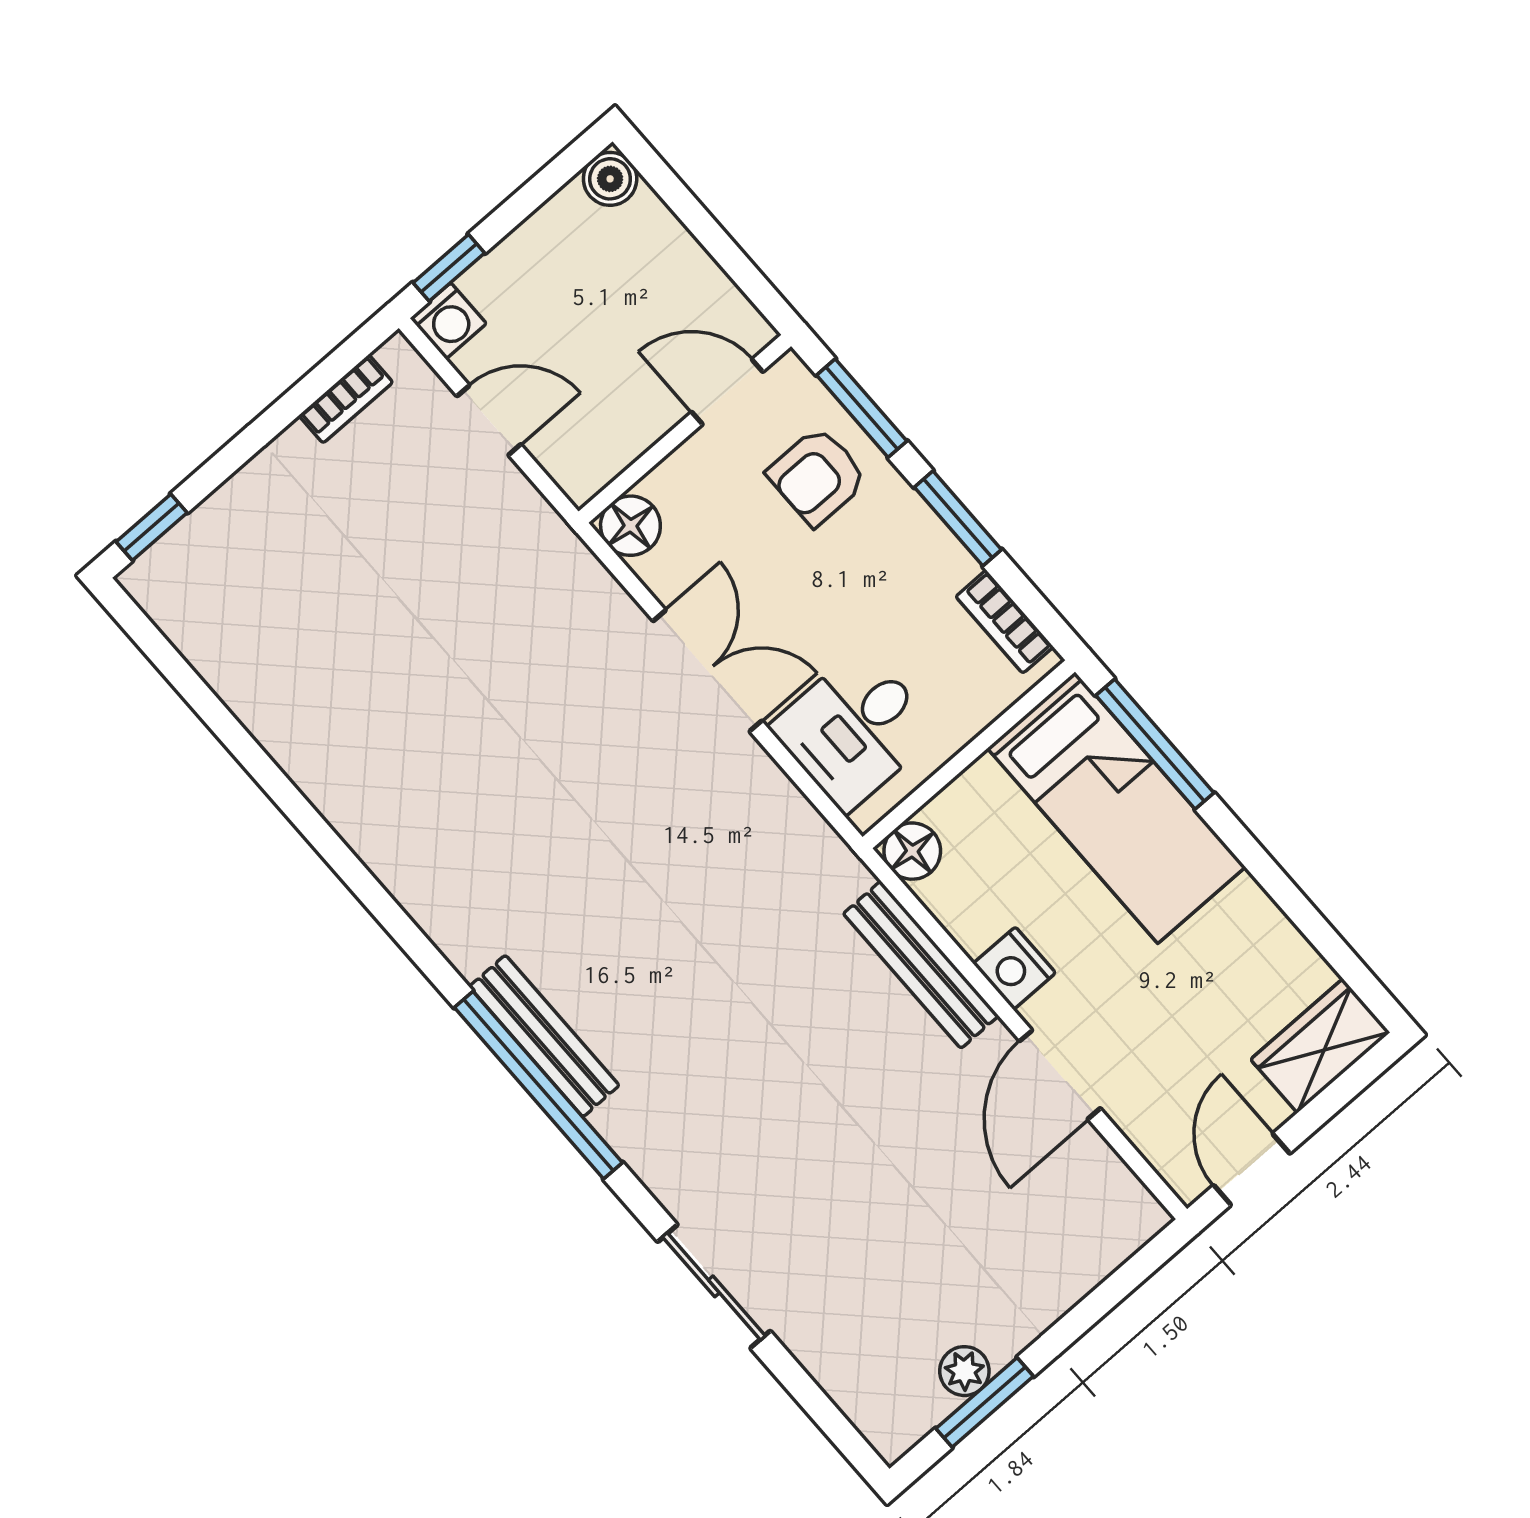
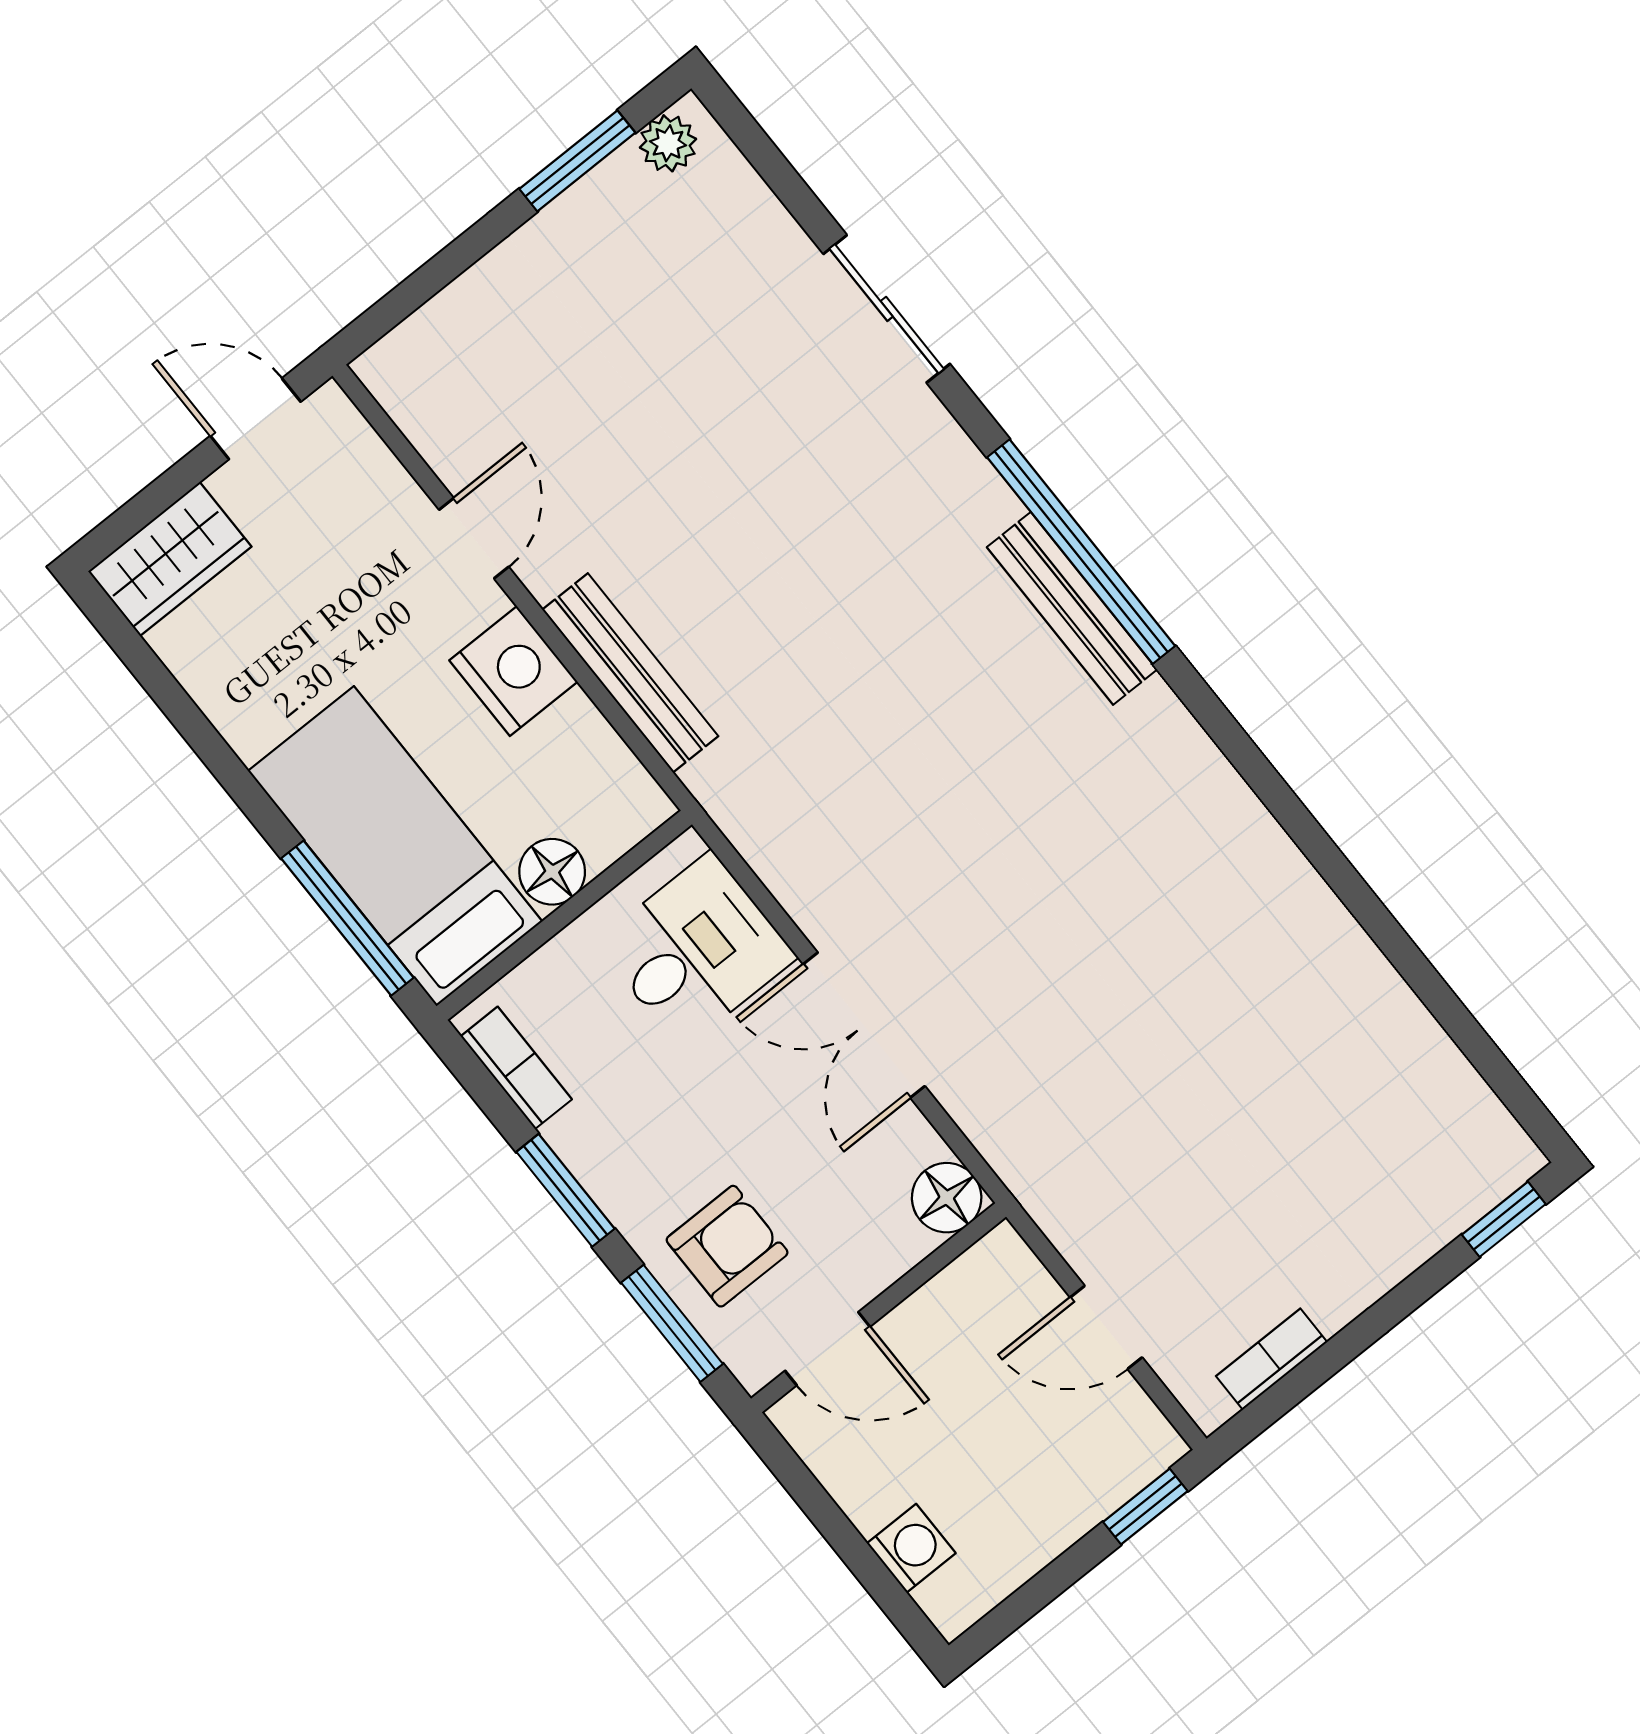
boiler: (610, 179) -> (953, 1602), removed
washing machine: (448, 321) -> (911, 1548), moved, turned 90
floor lamp: (912, 851) -> (552, 872), moved
nightstand: (1014, 968) -> (513, 671), width x1.36, depth x1.33
door: (1060, 1075) -> (474, 538), width x0.73
door: (1252, 1169) -> (255, 419), swing flipped
plant: (964, 1371) -> (668, 143), moved

